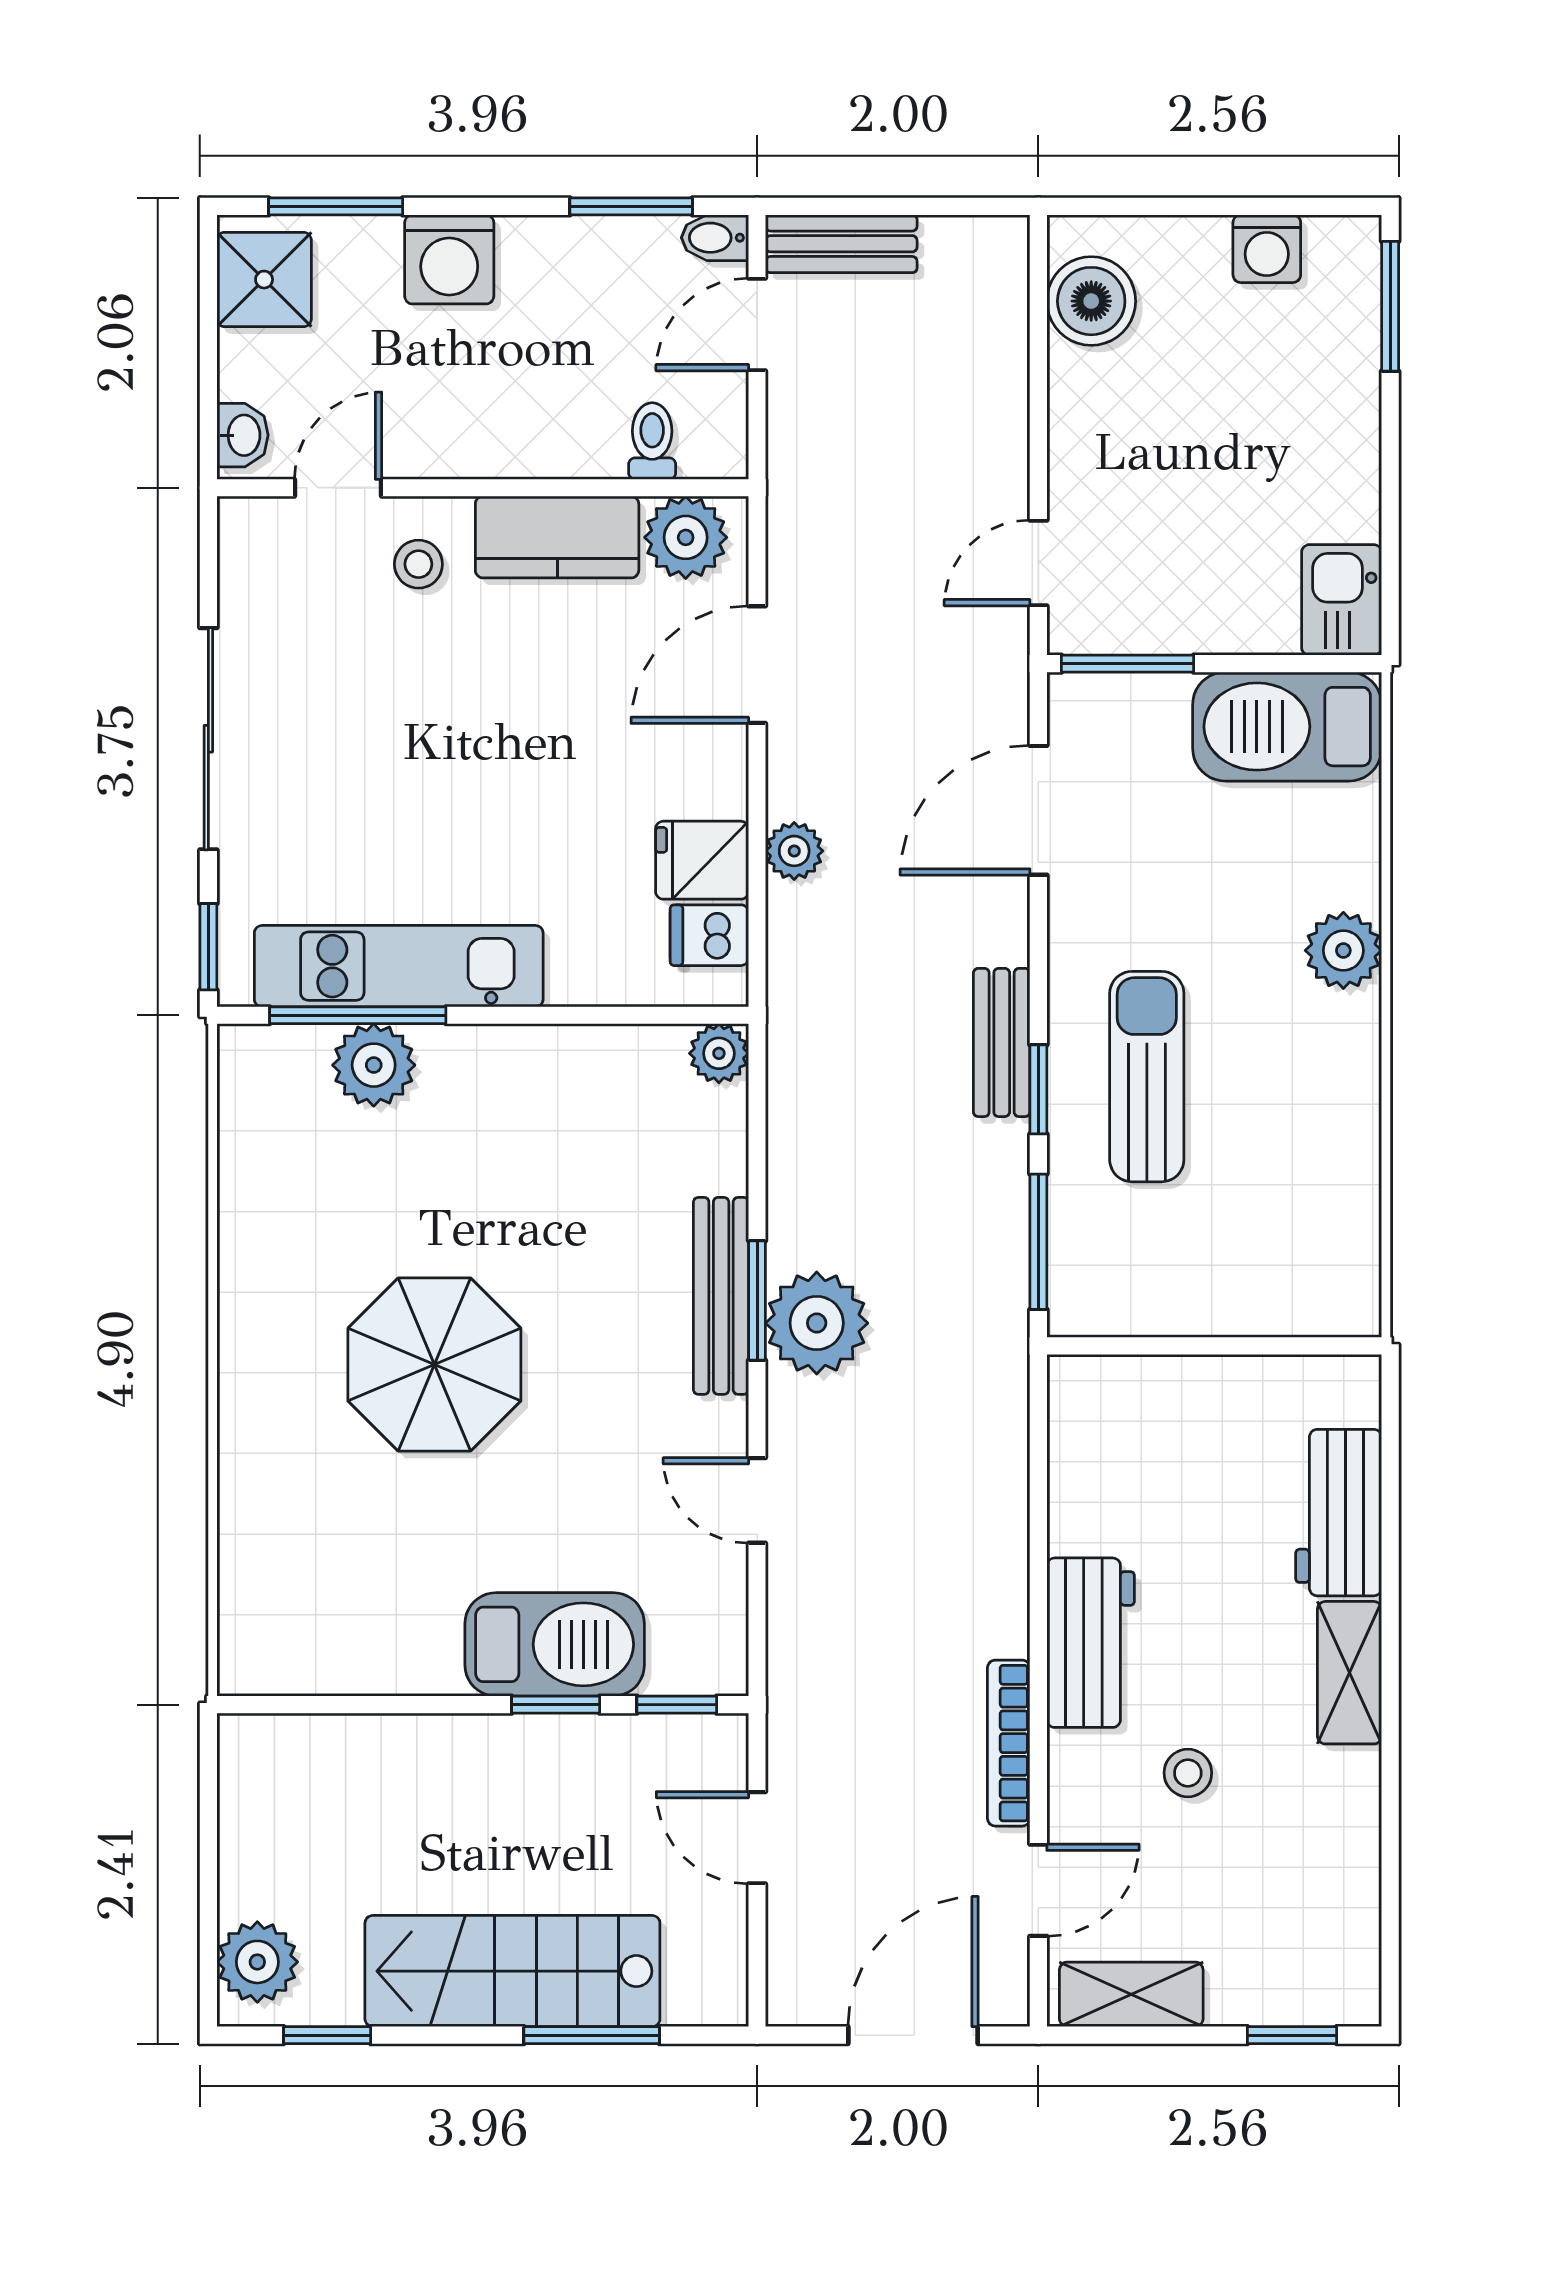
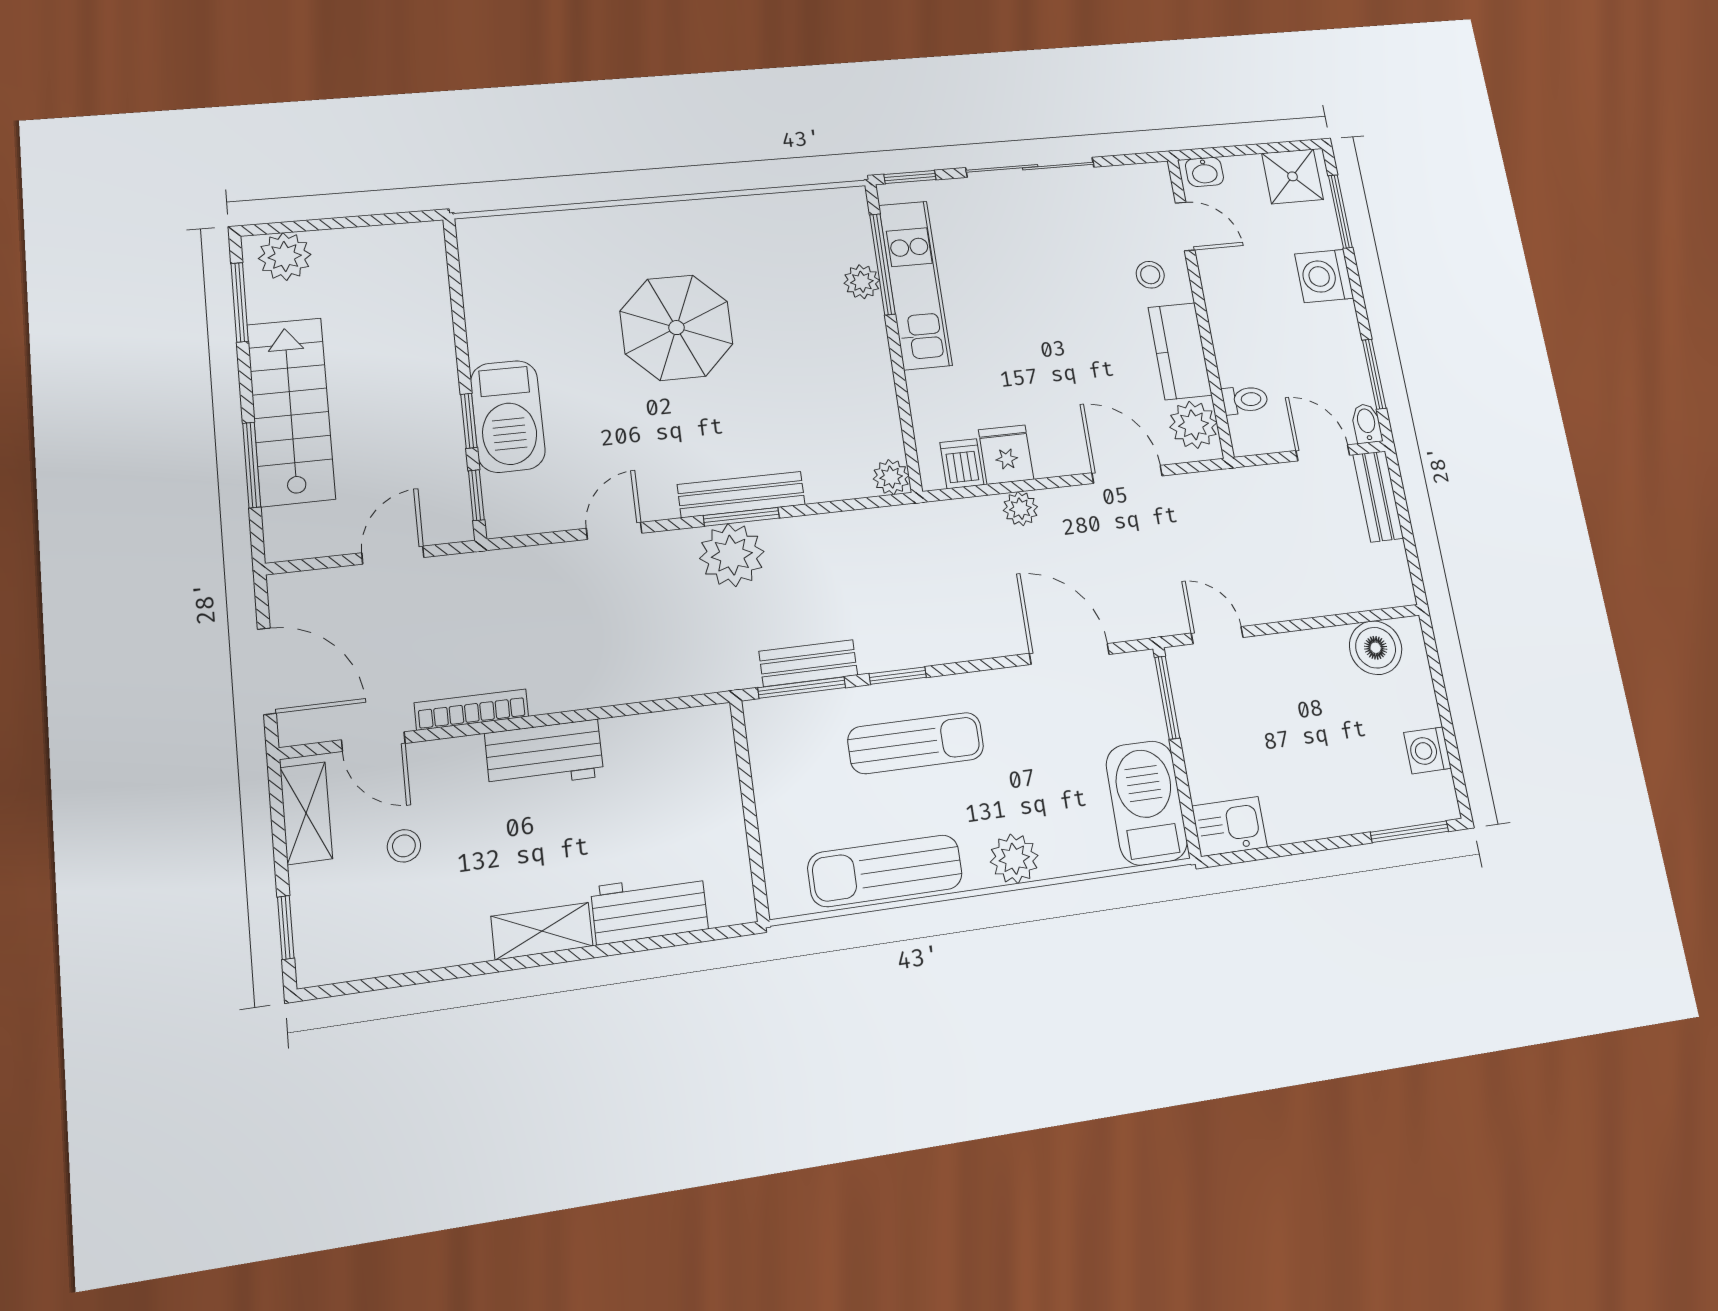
bench: (1002, 1042) -> (808, 663), moved
plant: (374, 1065) -> (862, 282), width x0.73, depth x0.73
sun lounger: (1334, 1152) -> (885, 871), added
stool: (1188, 1773) -> (404, 846), moved
window: (327, 2035) -> (240, 302), width x1.50

